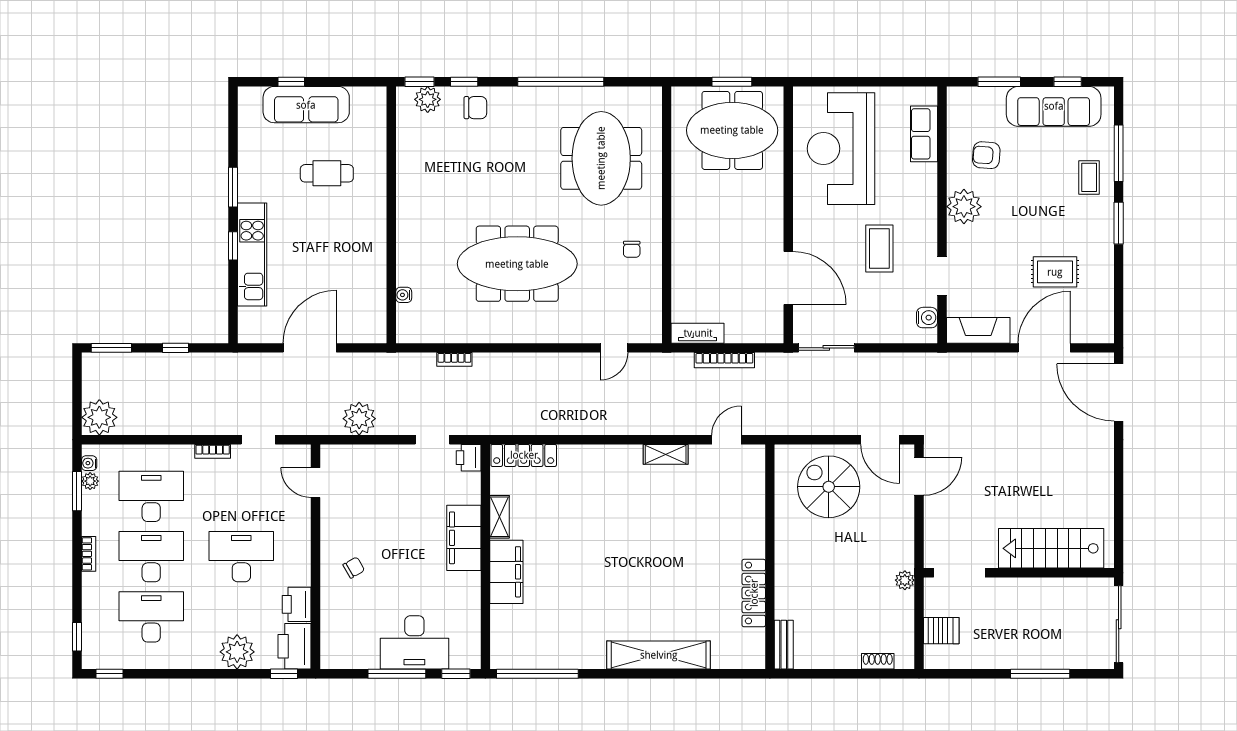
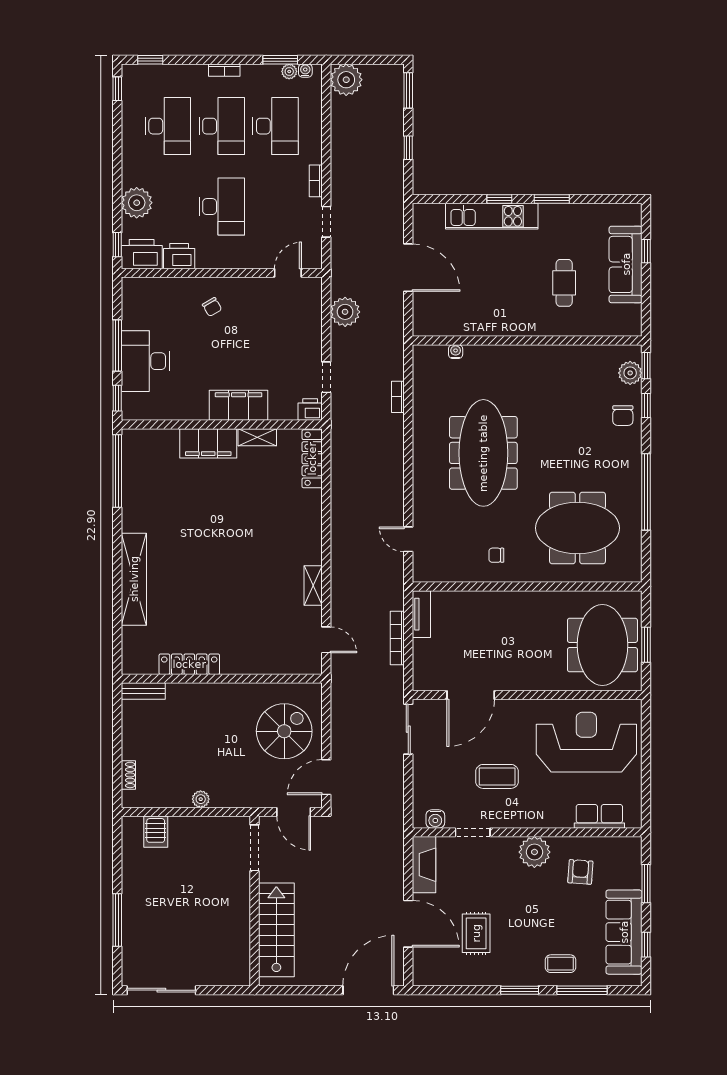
stairs: (1051, 548) -> (276, 930), moved
doorway: (959, 573) -> (255, 848), moved
wall: (1019, 573) -> (255, 901), moved

